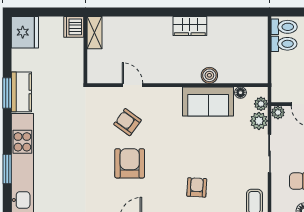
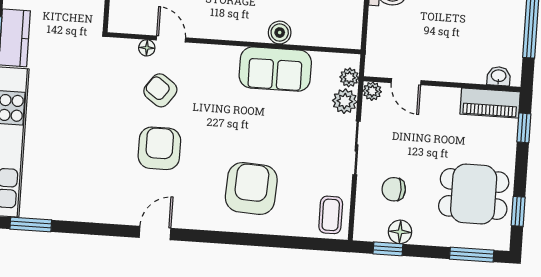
floor lamp: (240, 93) -> (147, 48), moved
armchair: (197, 187) -> (251, 189), width x1.88, depth x1.88

